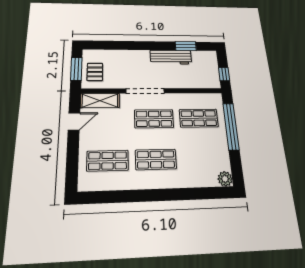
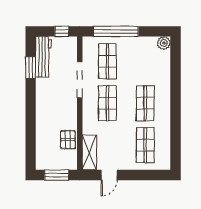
workbench: (171, 57) -> (43, 57), moved
pallet: (95, 72) -> (68, 140), moved, turned 90
doorway: (145, 91) -> (80, 80), moved
door: (74, 121) -> (109, 175), swing flipped

